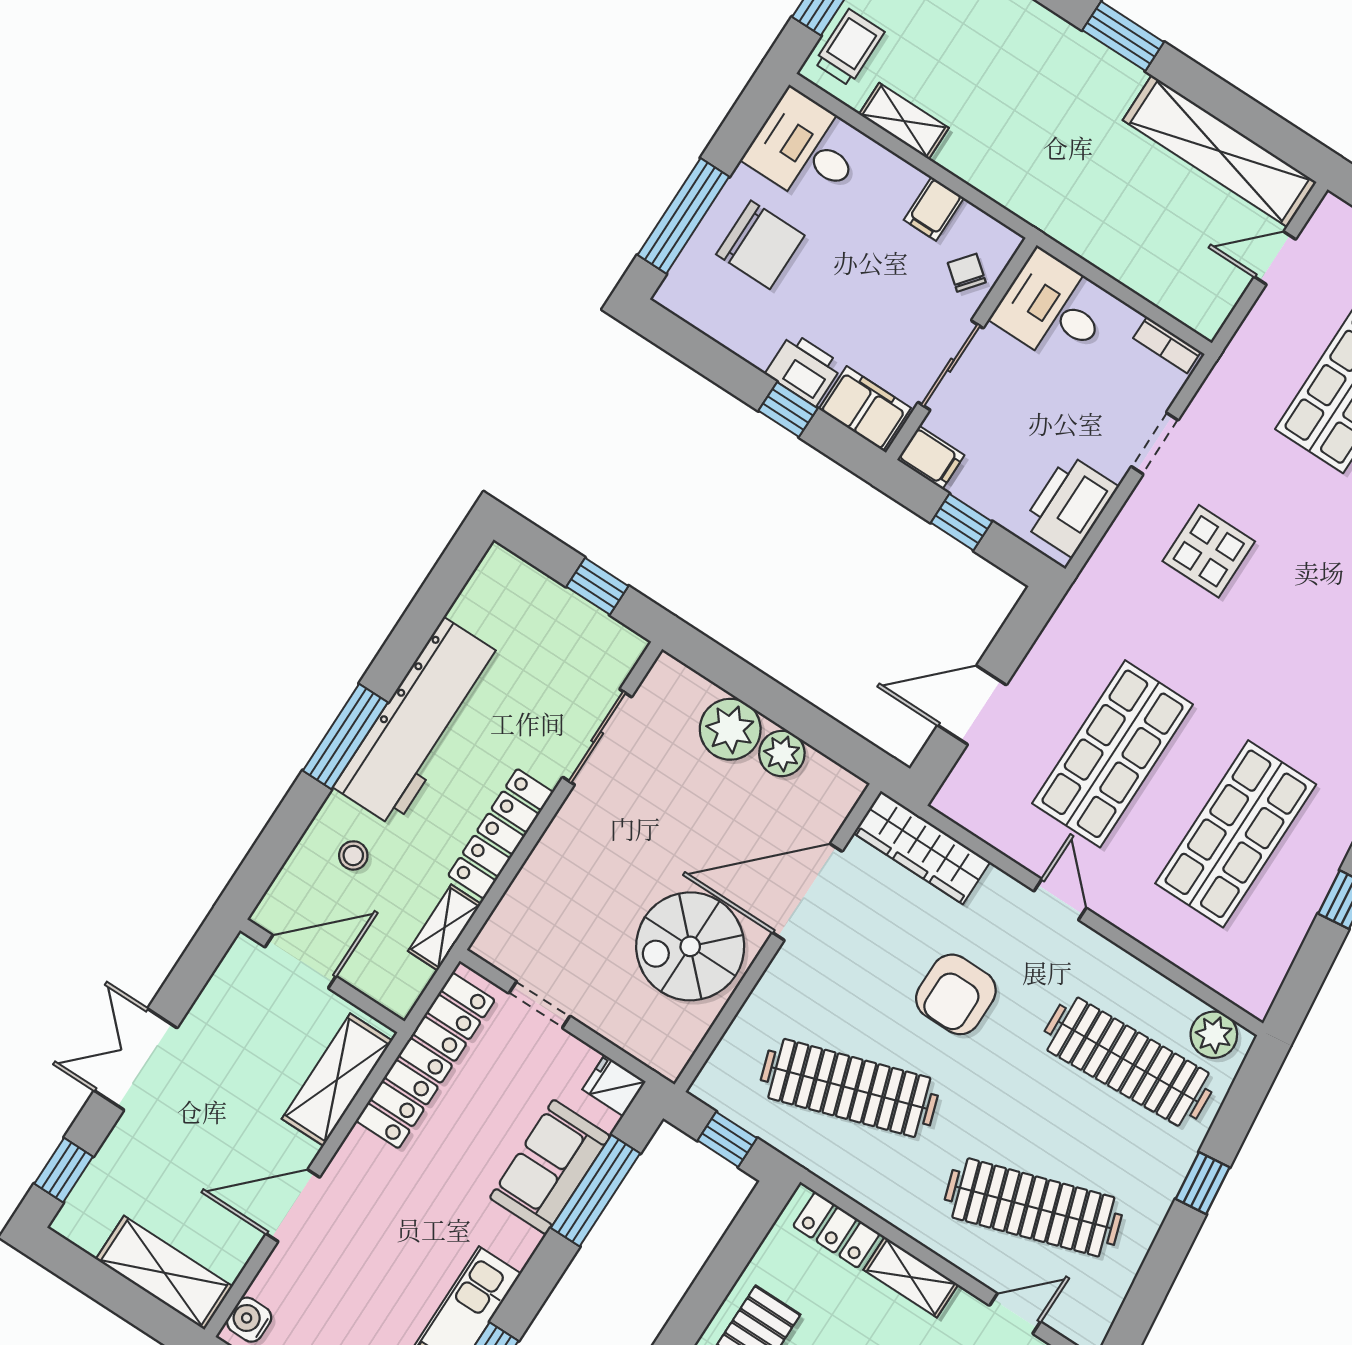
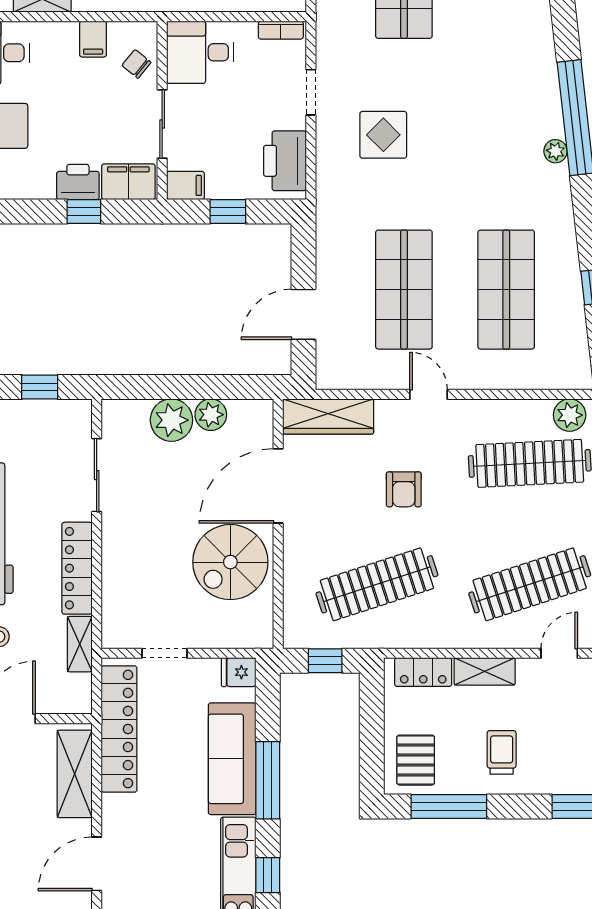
armchair: (956, 994) -> (404, 489), width x0.72, depth x0.72
sofa: (550, 1167) -> (232, 759), width x1.36
window: (596, 1191) -> (268, 780), moved

